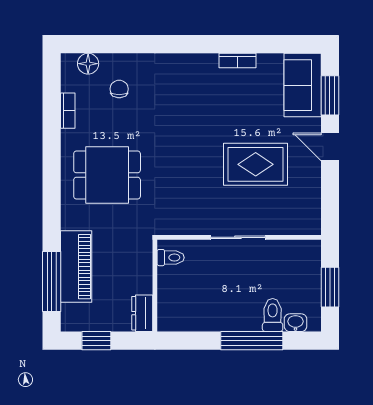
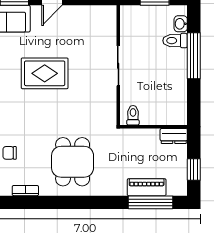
rug: (256, 164) -> (45, 73), moved, turned 90
piano: (76, 267) -> (147, 187), width x0.73, depth x0.75

